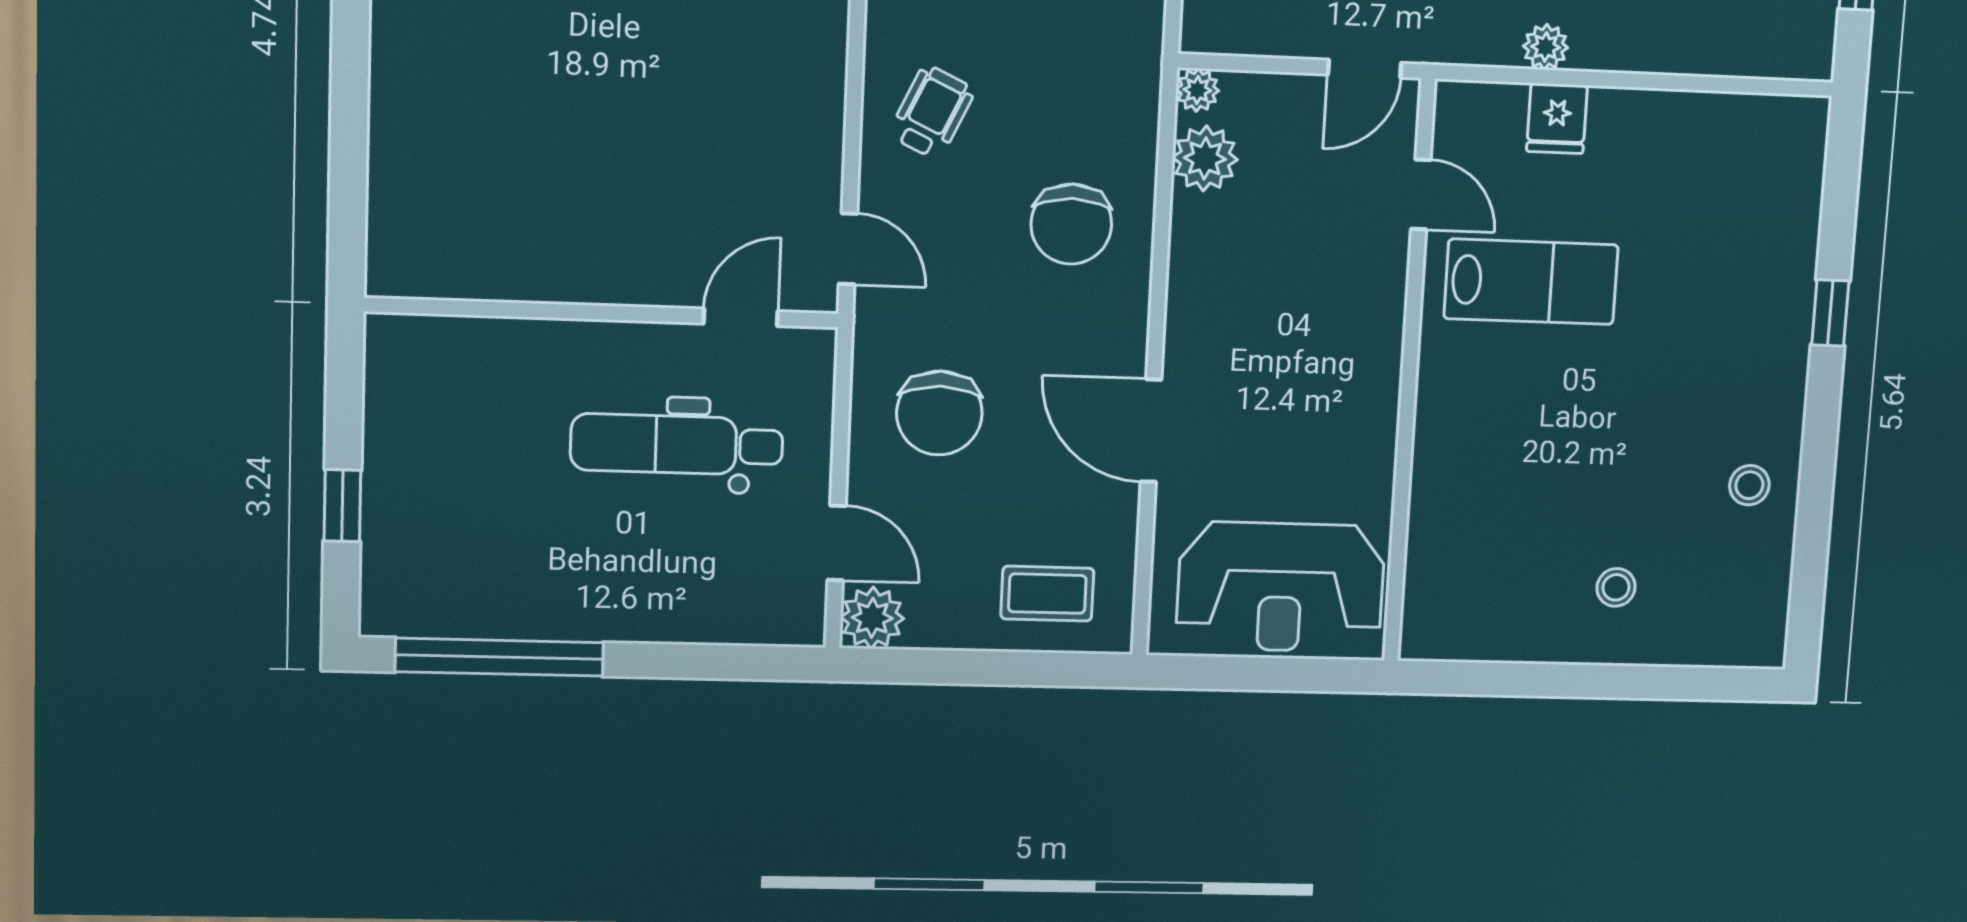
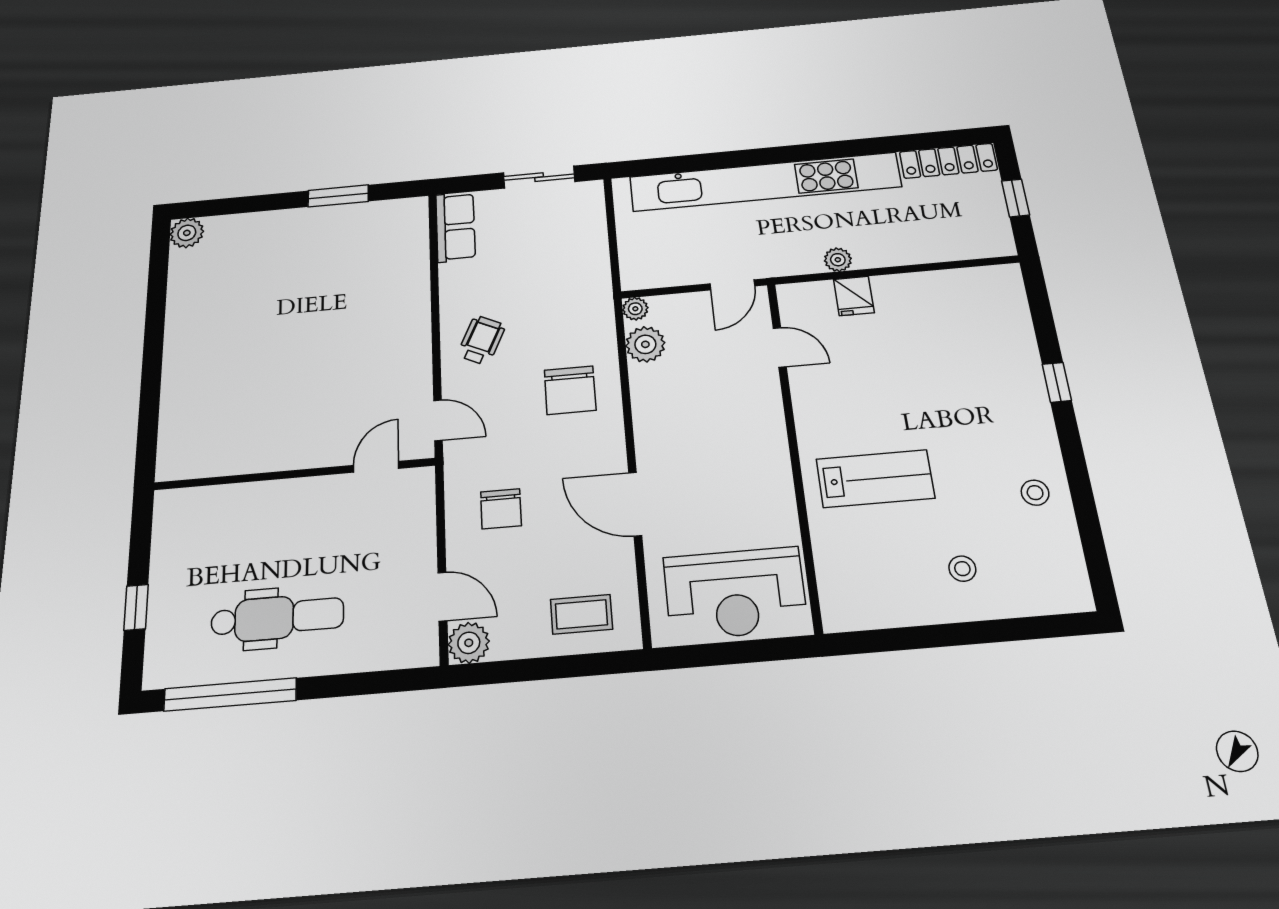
lab bench: (1531, 282) -> (875, 479), moved
chair: (939, 413) -> (501, 509), width x0.73, depth x0.73
dental chair: (677, 444) -> (277, 618), moved, turned 180

